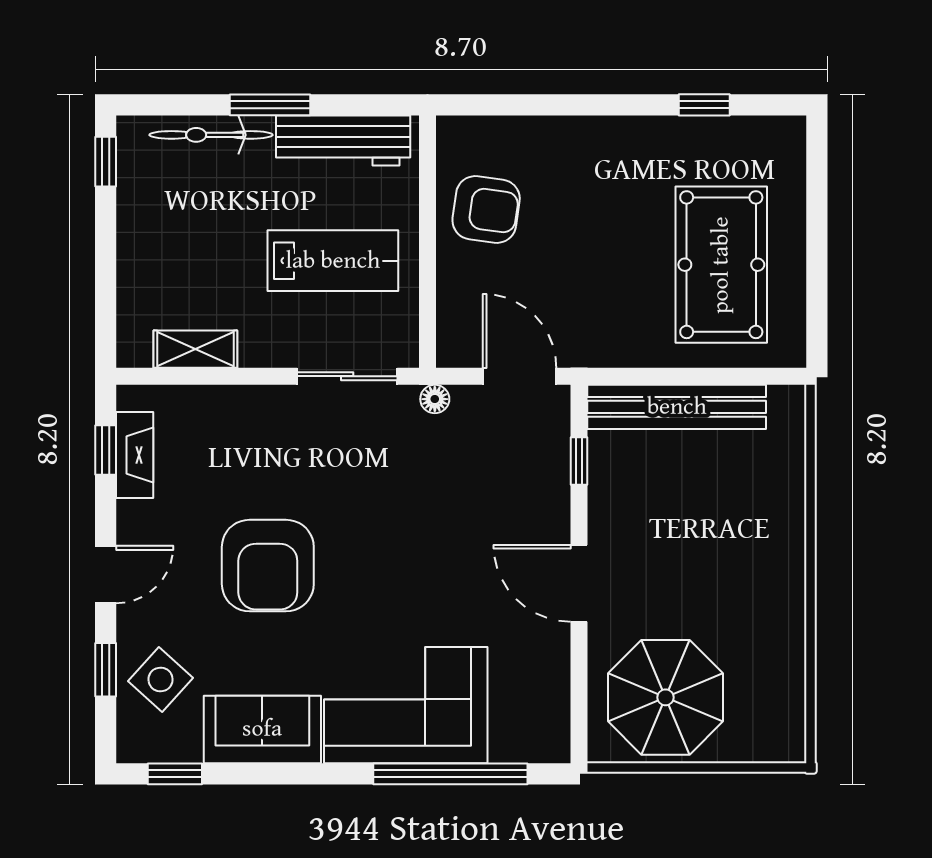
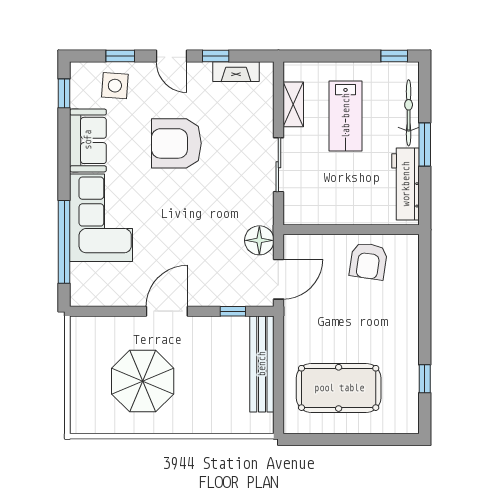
lab bench: (333, 261) -> (346, 116), moved
sliding door: (347, 376) -> (278, 165), moved
floor lamp: (435, 399) -> (259, 240), width x1.89, depth x1.89
window: (106, 450) -> (216, 56), moved
side table: (161, 679) -> (115, 86), turned -38
parasol: (666, 697) -> (143, 381), moved

